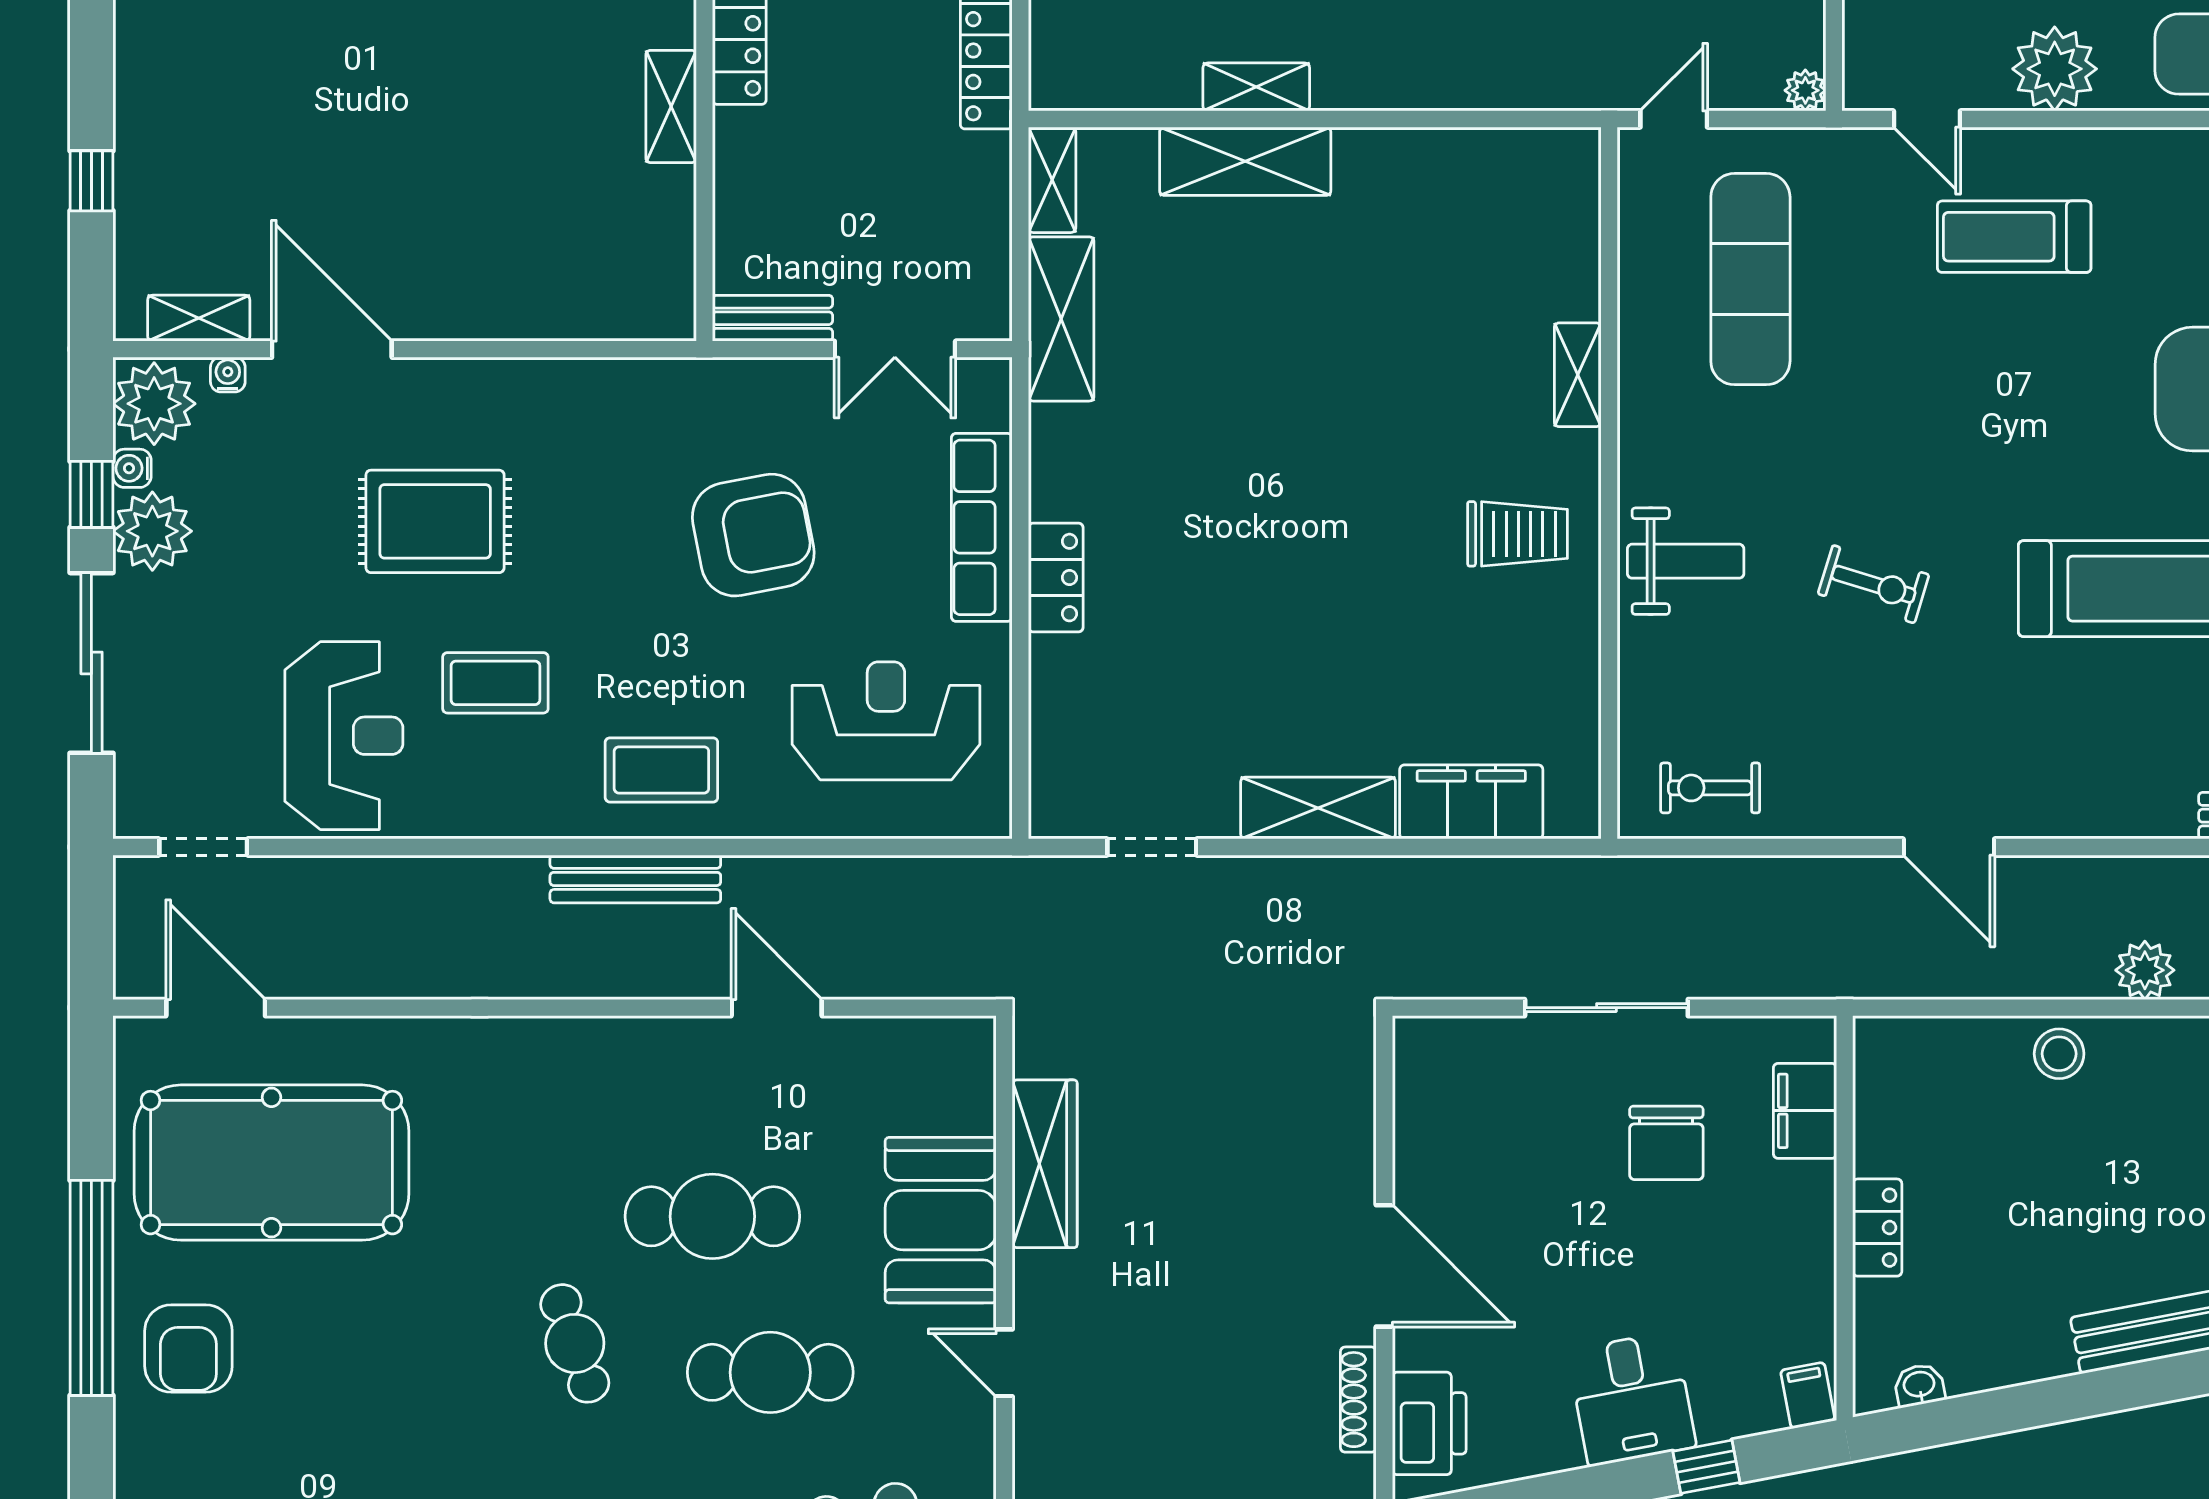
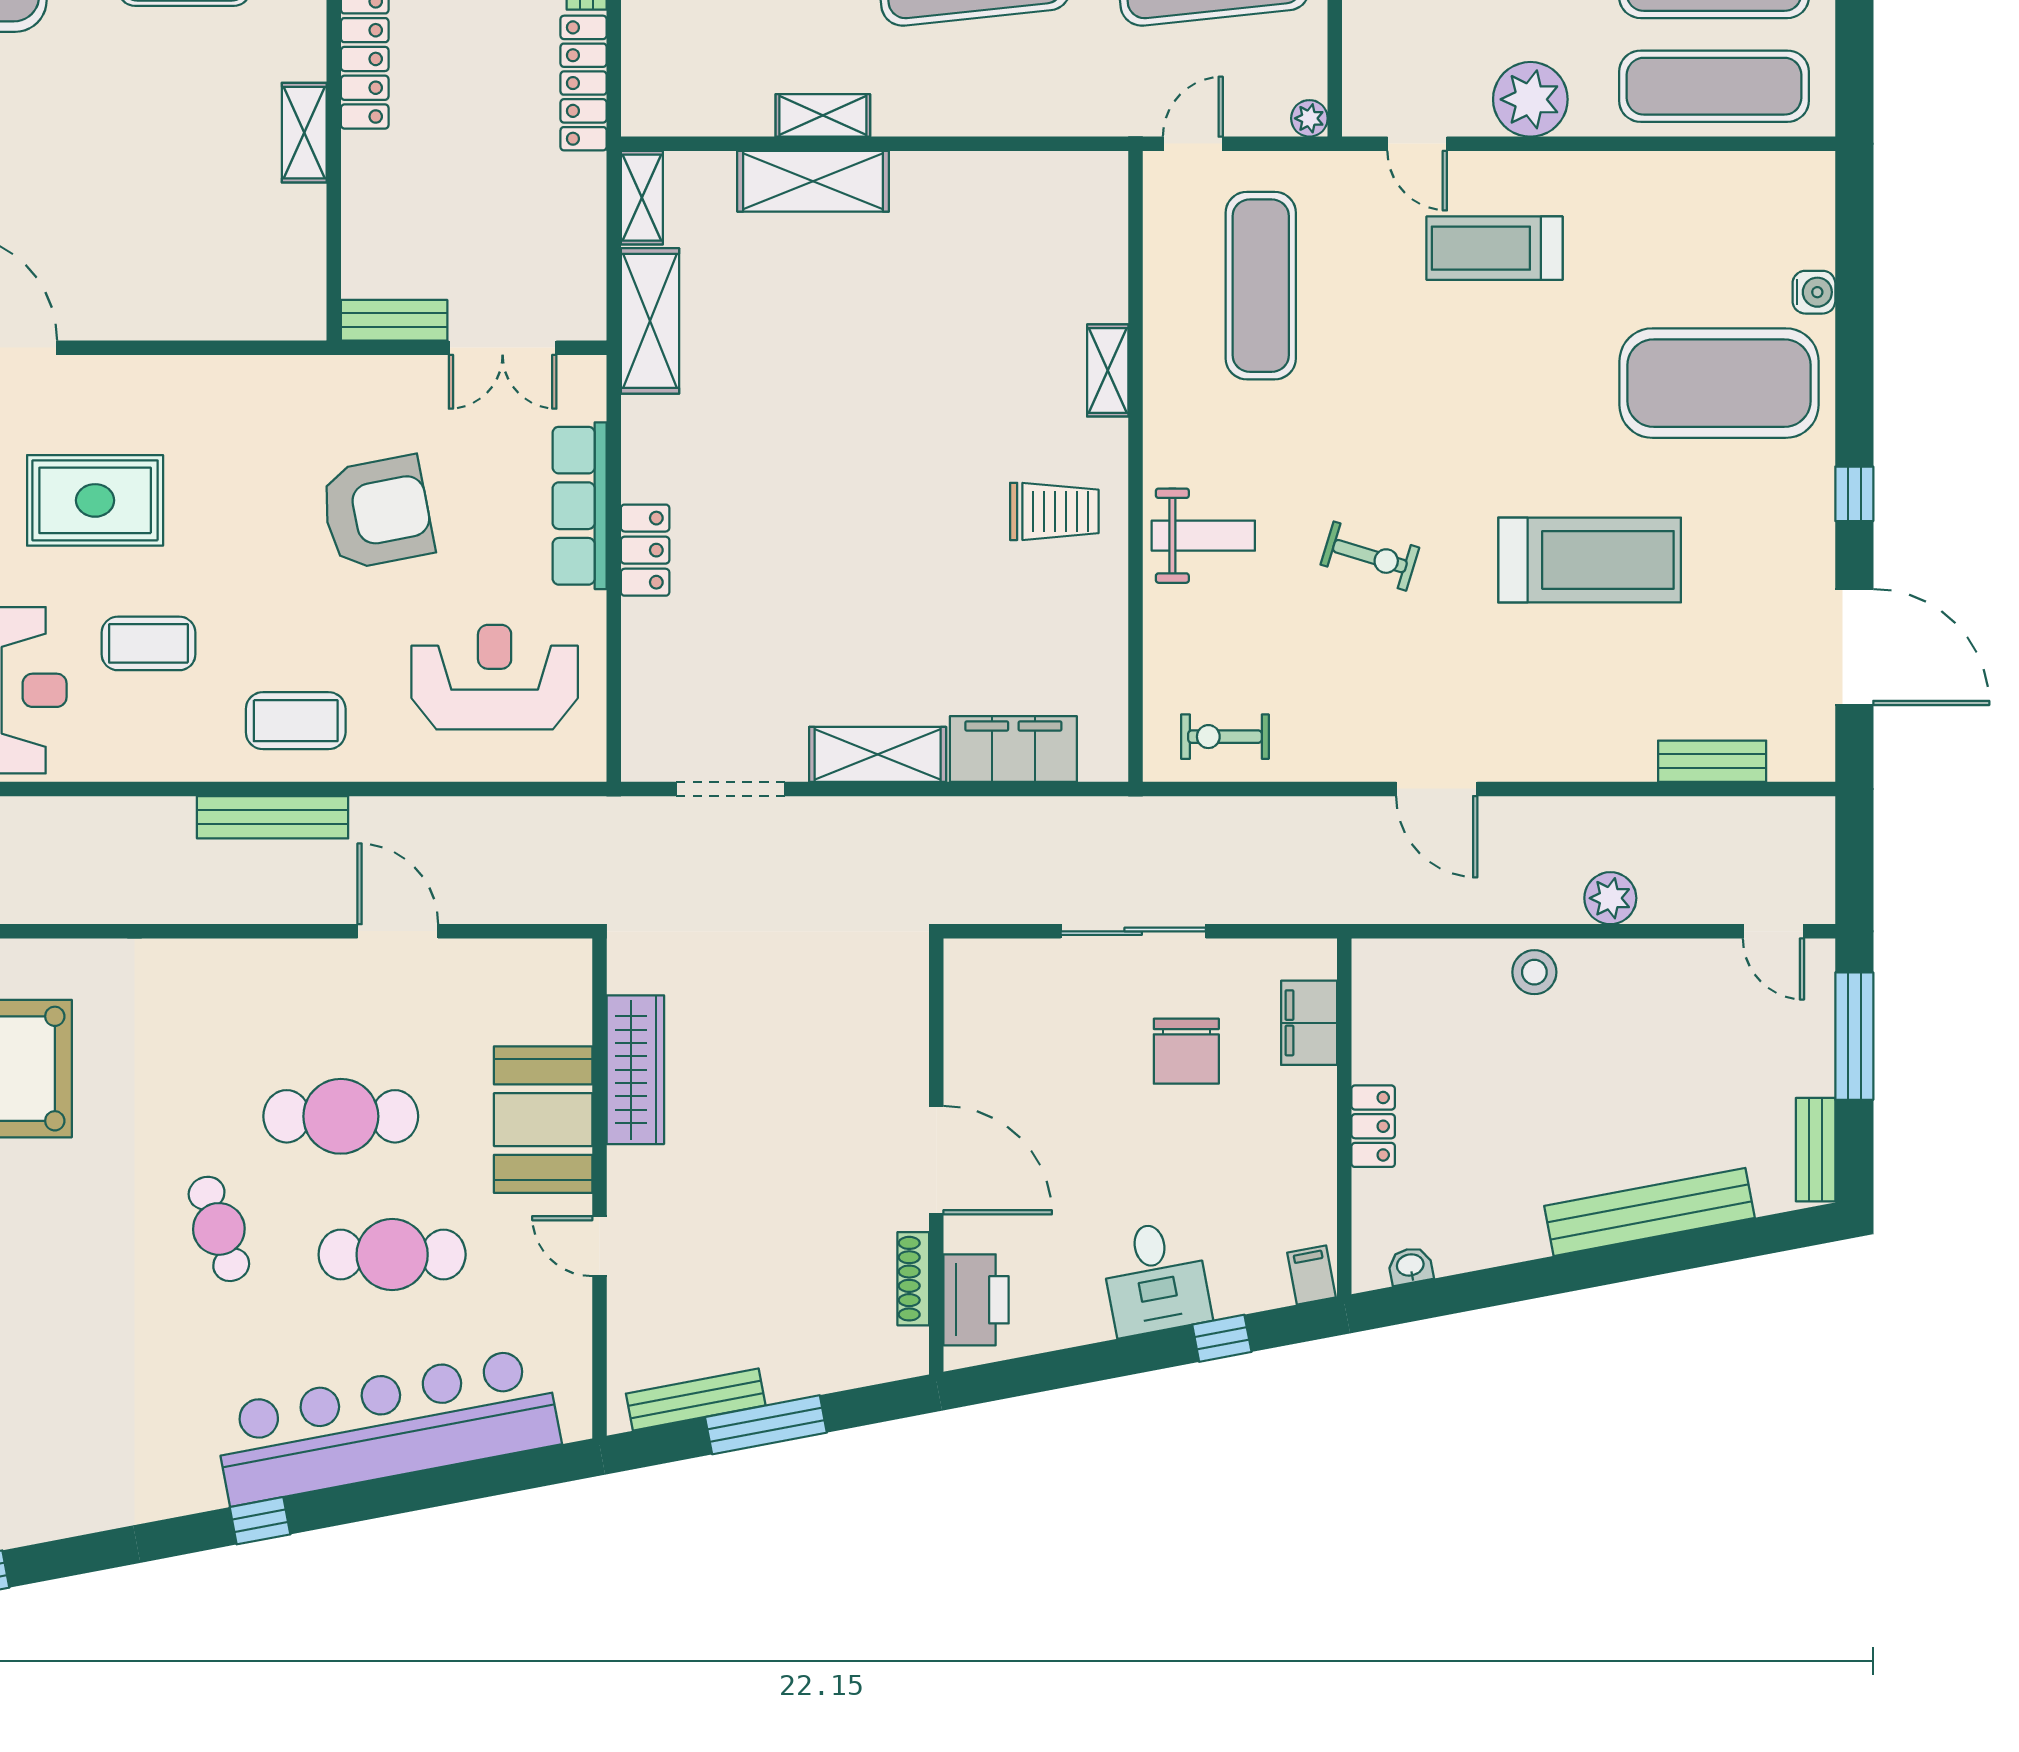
doorway: (1152, 847) -> (730, 789), width x1.38

